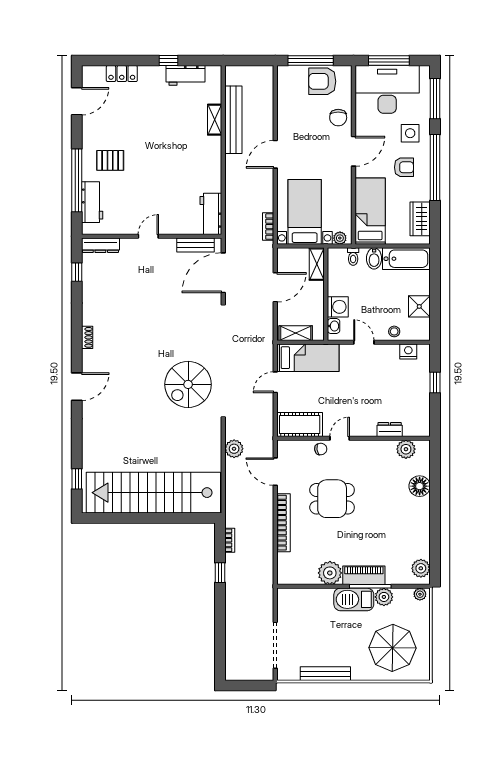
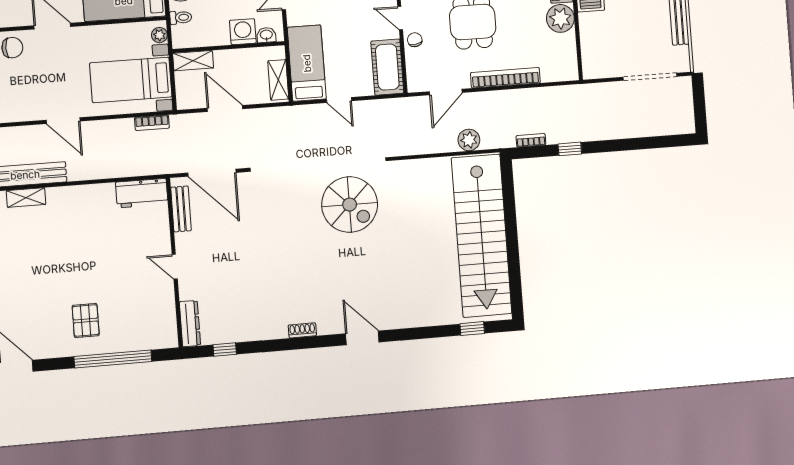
workbench: (92, 202) -> (138, 338), removed
plant: (234, 449) -> (469, 140), moved

